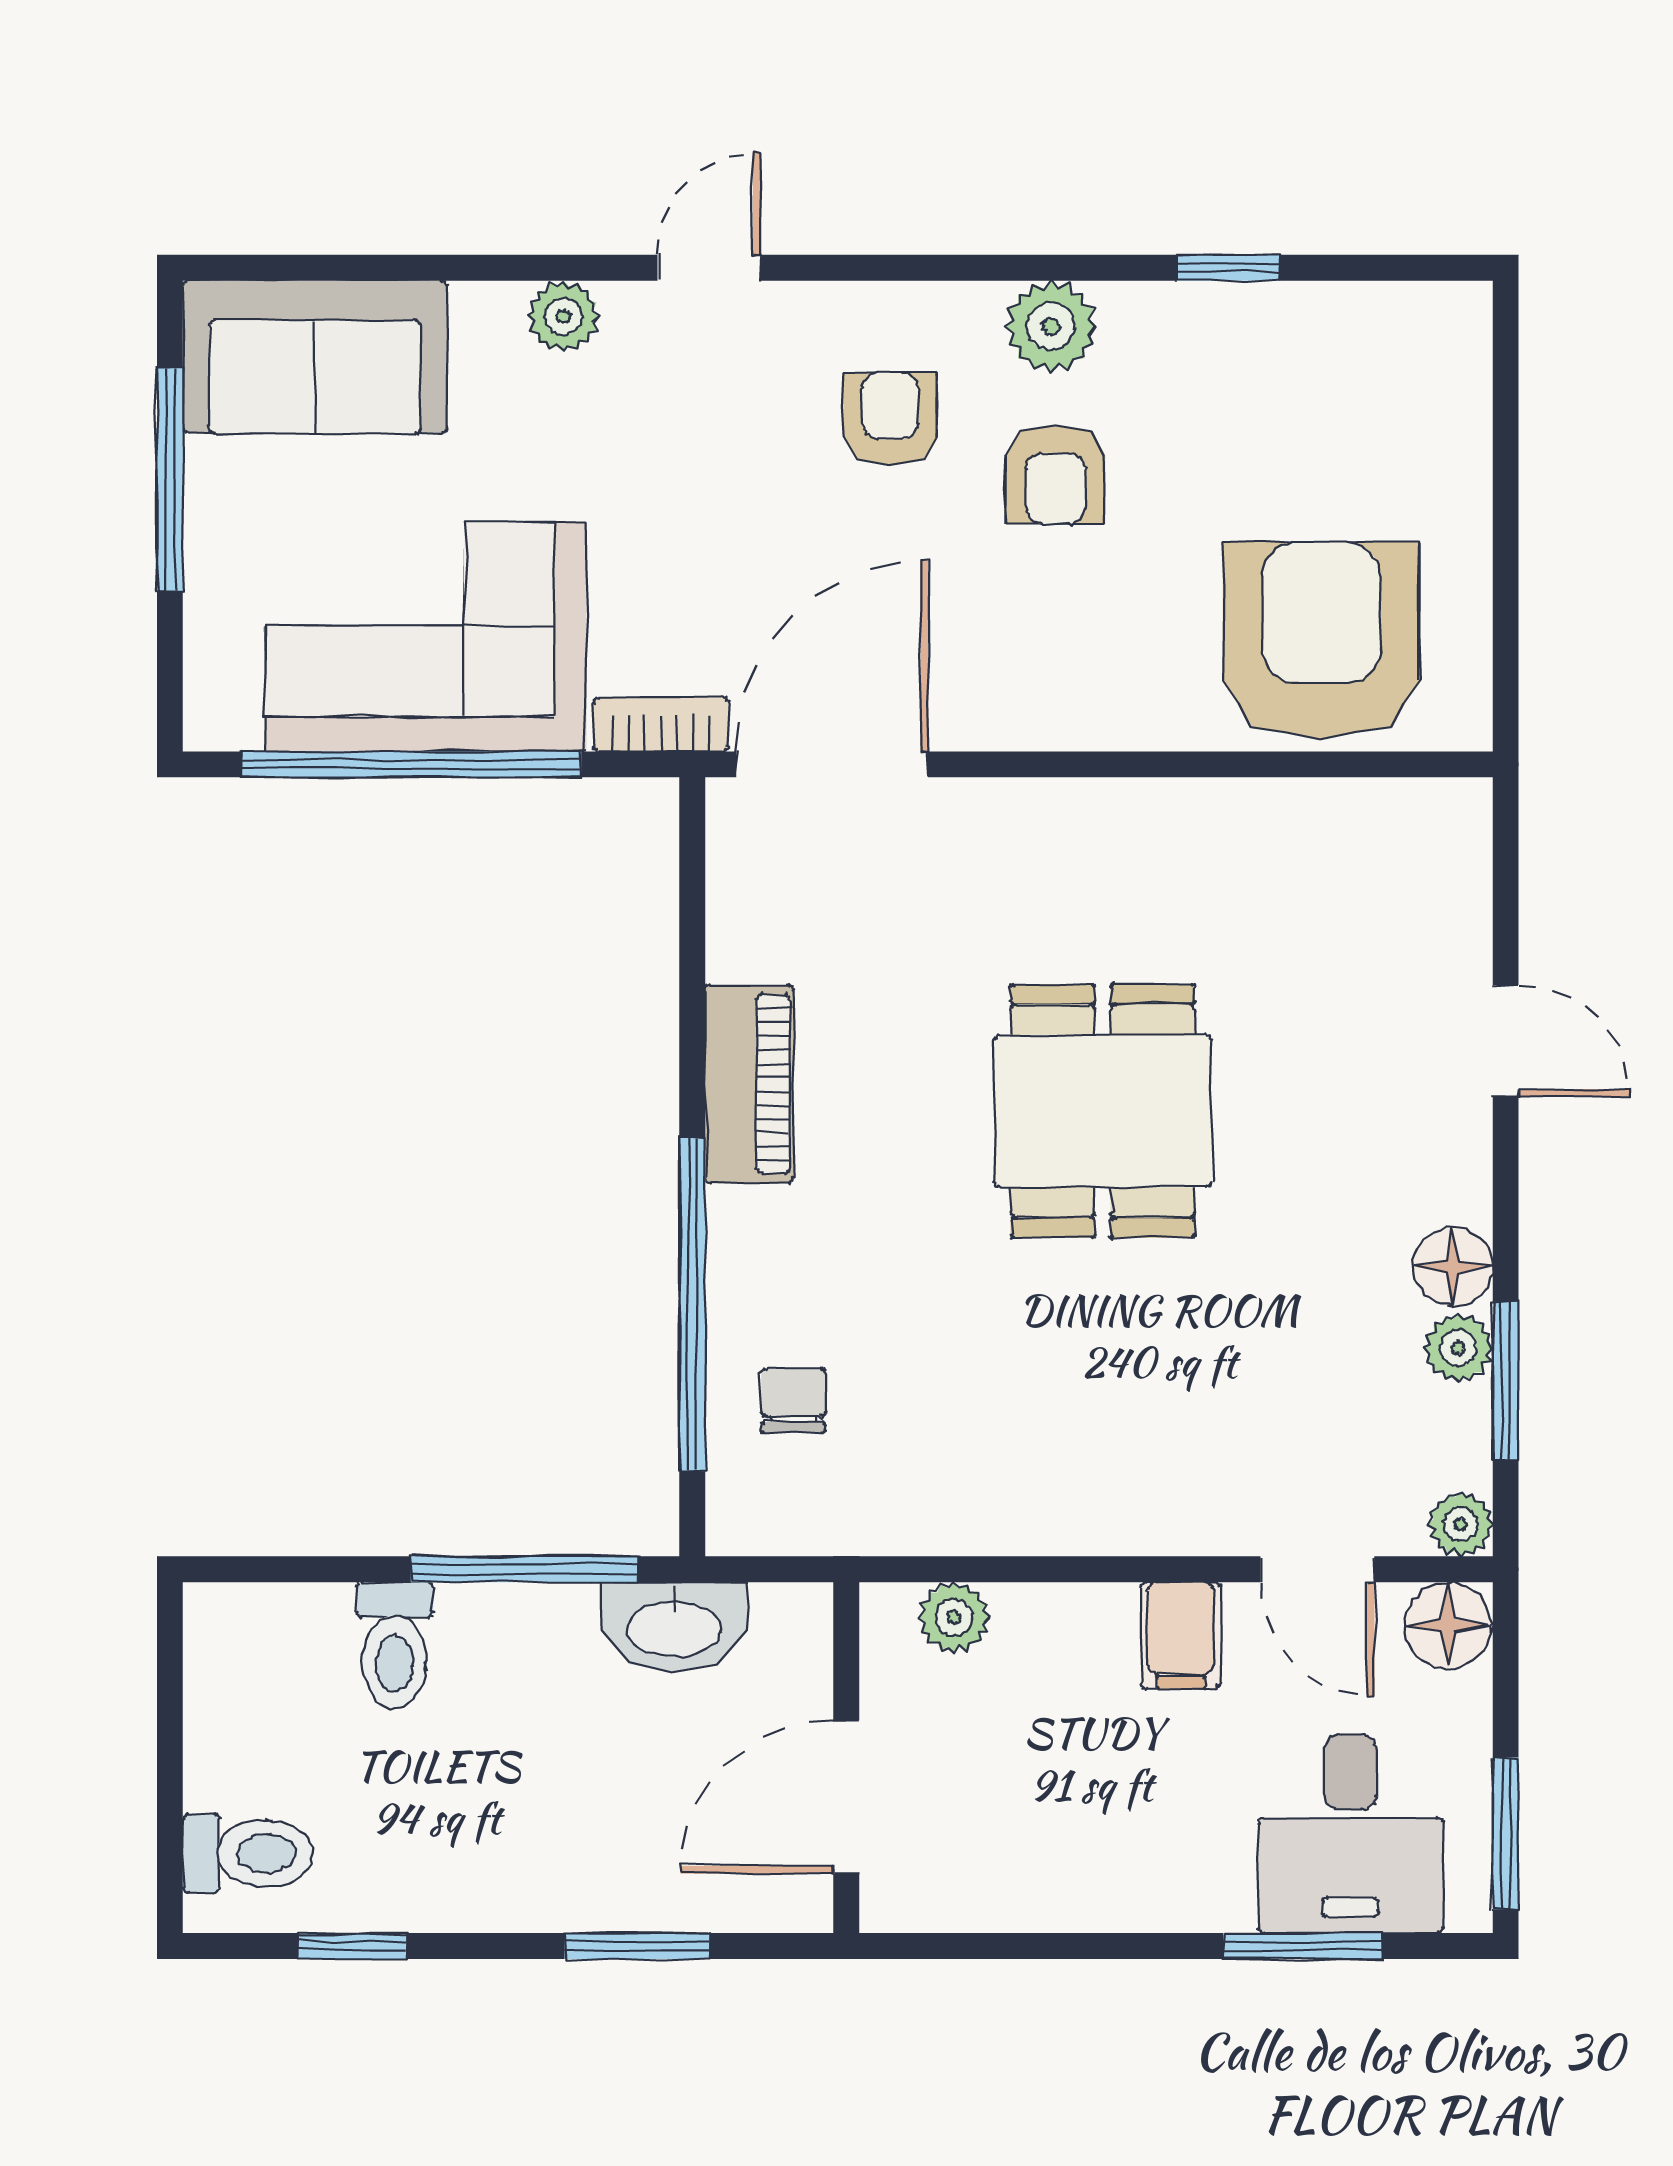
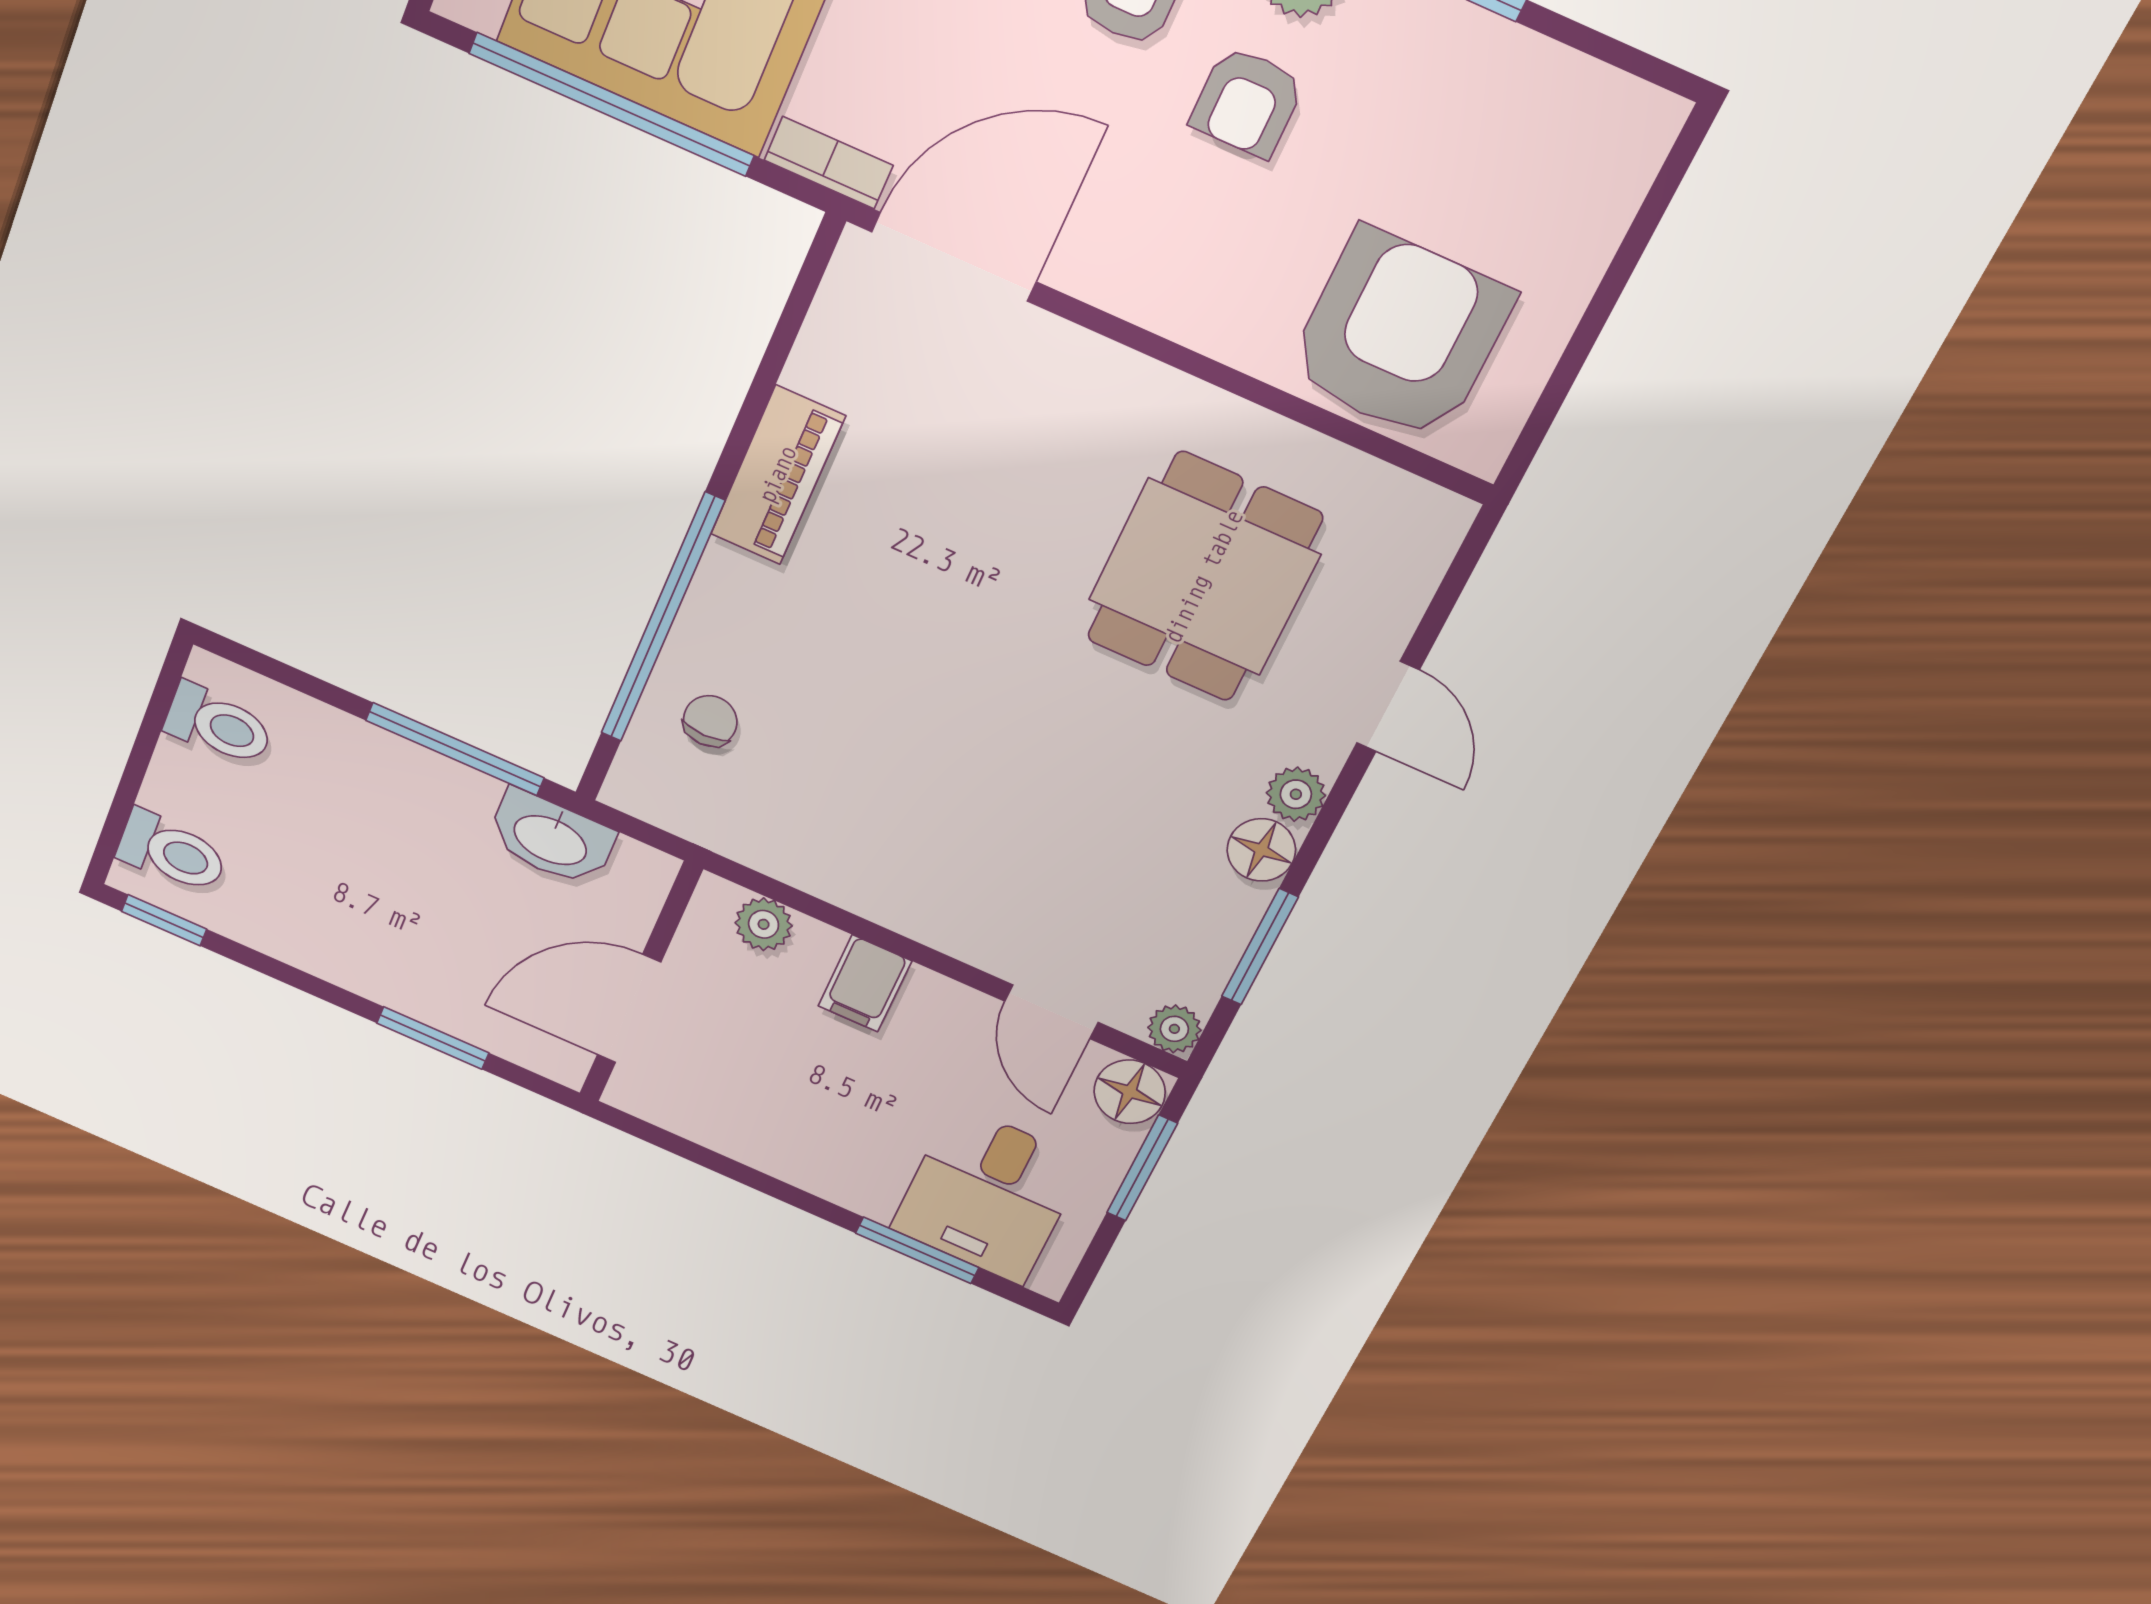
dining table: (1103, 1111) -> (1204, 577), moved
plant: (1458, 1348) -> (1296, 794), moved
filing cabinet: (1181, 1635) -> (865, 983), moved
toilet: (395, 1645) -> (219, 725), moved, turned -90
window: (1506, 1833) -> (1142, 1168), moved
window: (352, 1946) -> (164, 920), moved

